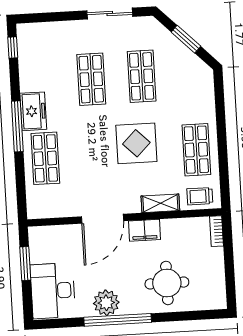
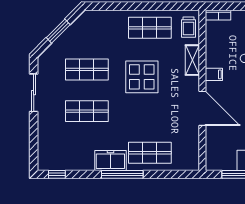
filing cabinet: (145, 230) -> (214, 74), width x0.50

